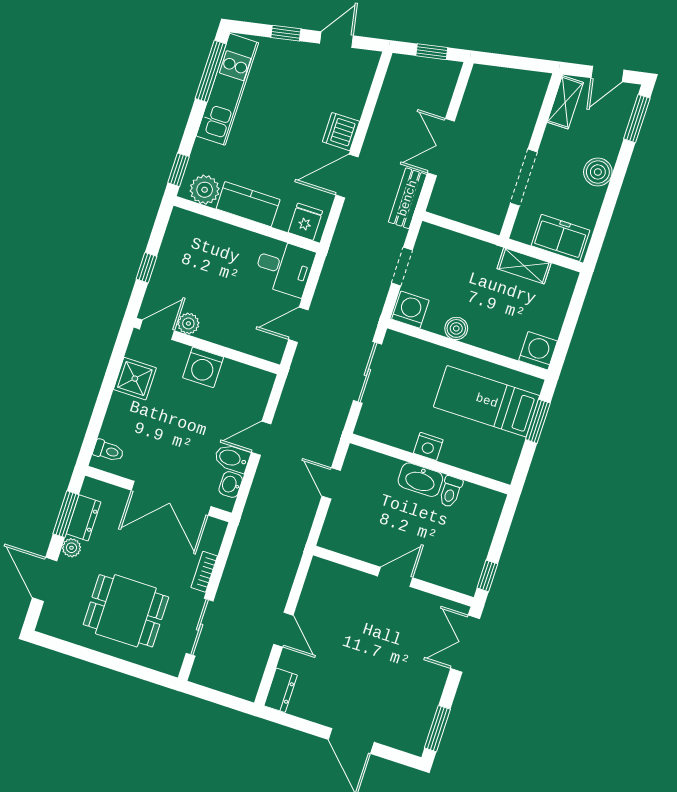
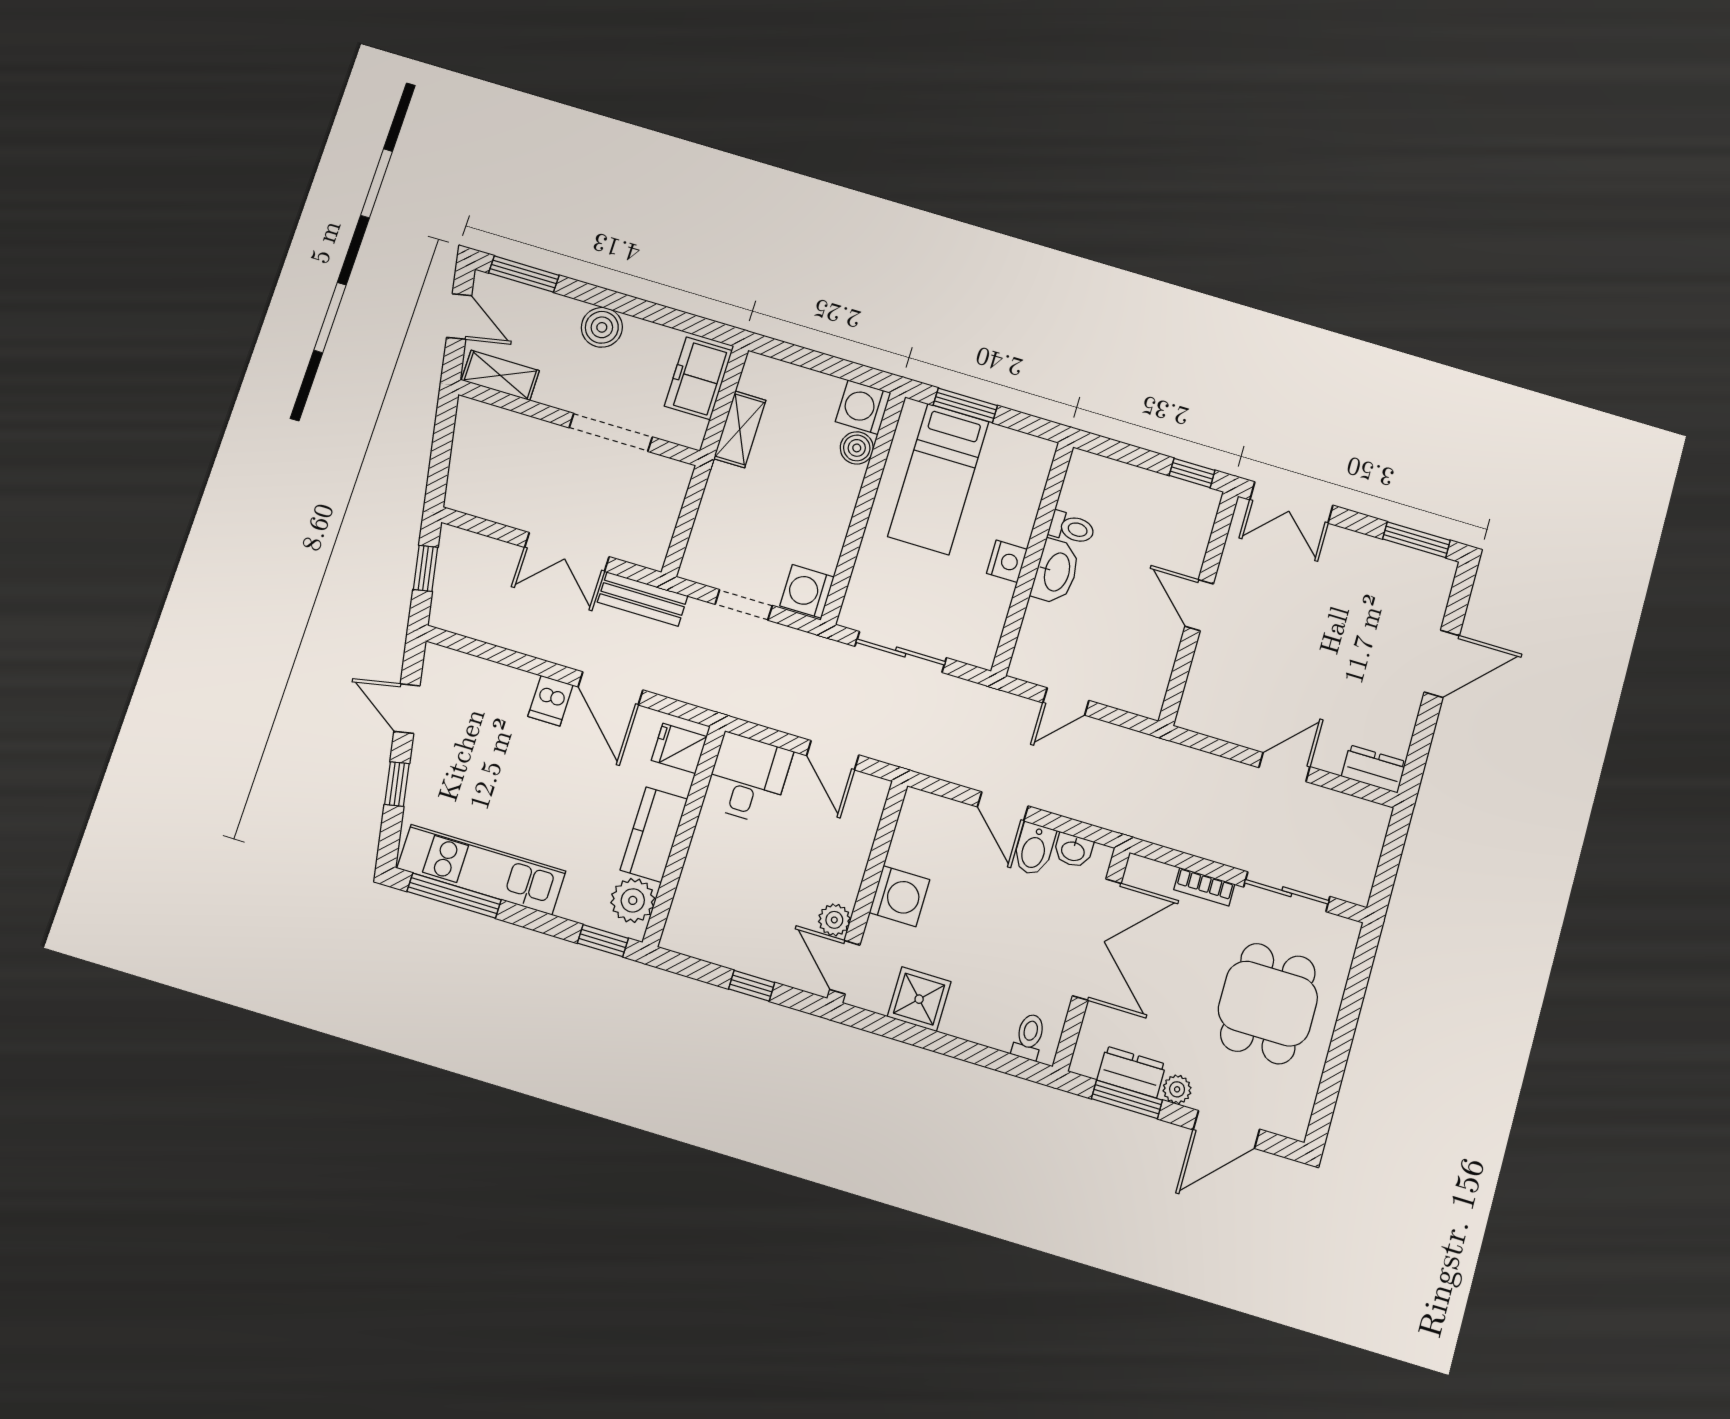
dishwasher: (341, 132) -> (550, 701), width x0.73
boiler: (456, 328) -> (857, 448), moved

